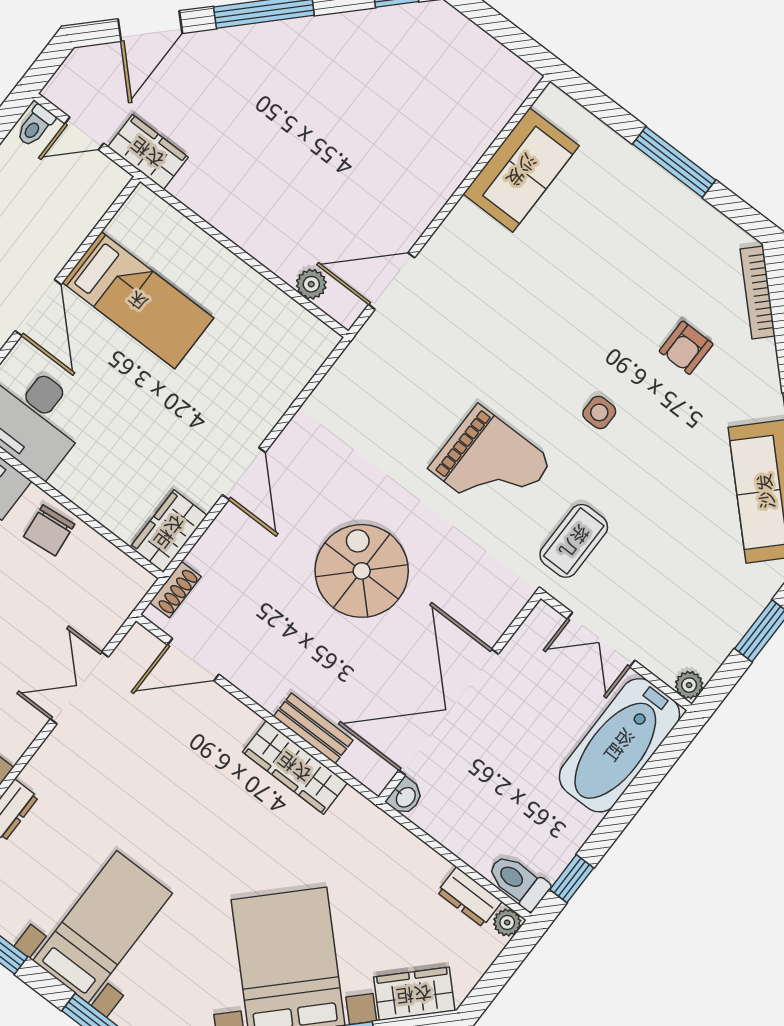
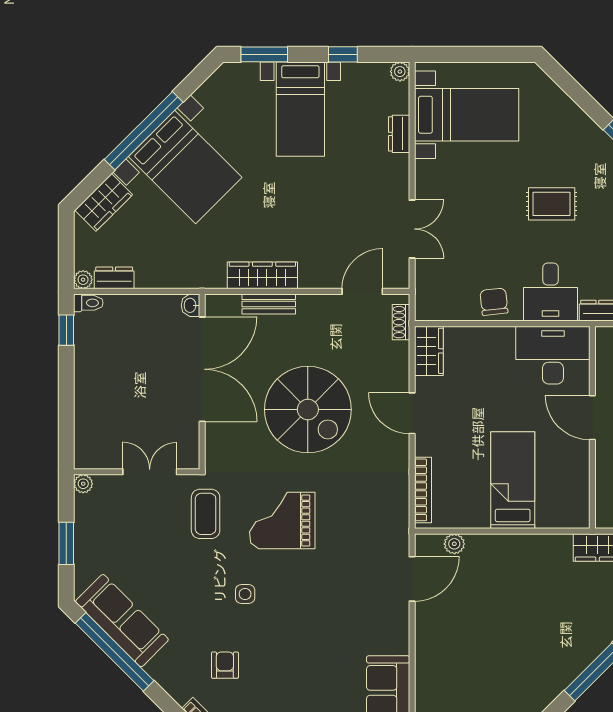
bed: (138, 300) -> (513, 480), moved, turned 90
bookcase: (300, 375) -> (423, 490), added
spiral stairs: (362, 571) -> (308, 410), width x1.37, depth x1.37
bathtub: (619, 745) -> (96, 422), removed
toilet: (518, 882) -> (88, 303), width x0.73, depth x0.72

